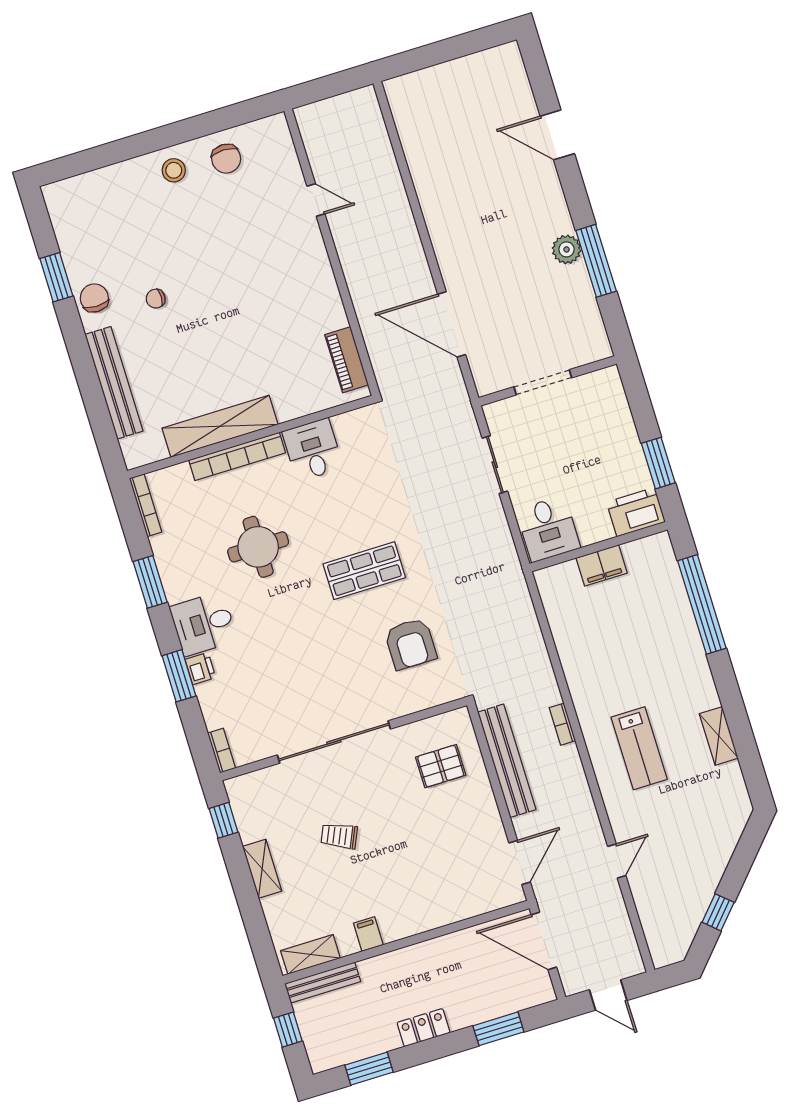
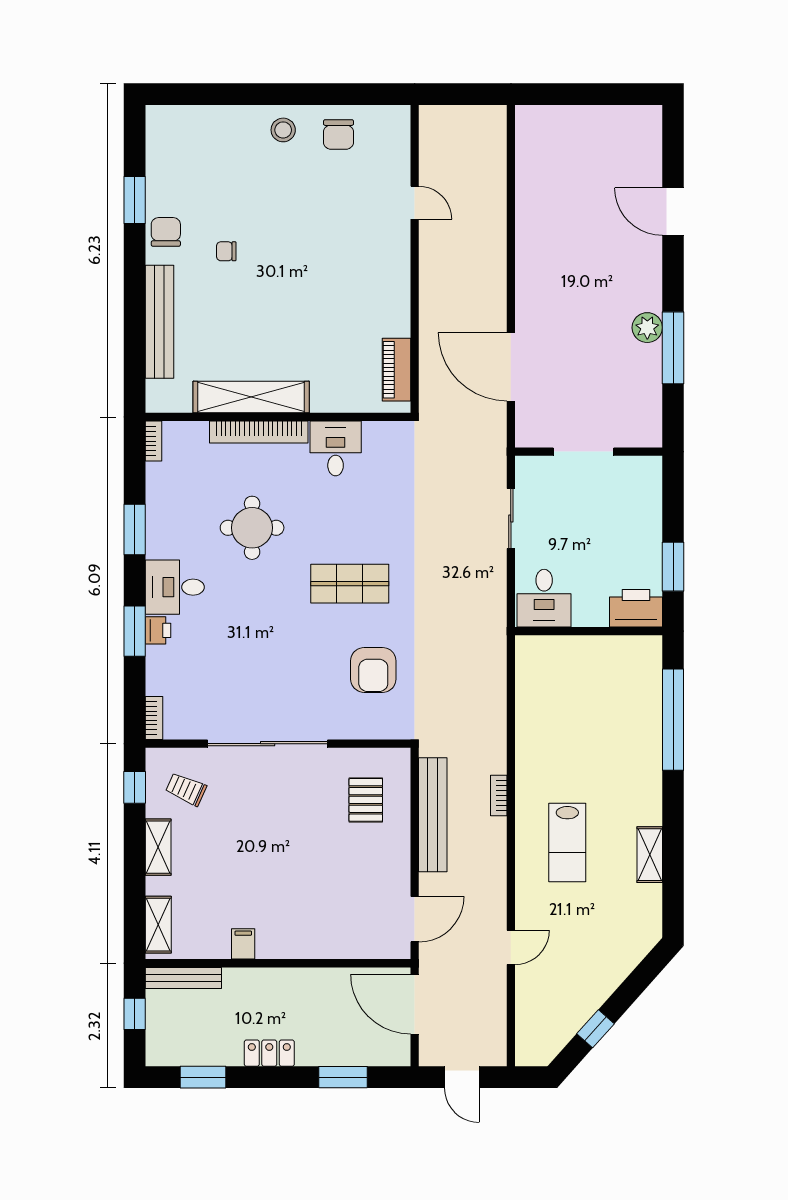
bookcase: (146, 505) -> (153, 441), width x0.64
filing cabinet: (602, 565) -> (586, 651), removed
pallet: (441, 766) -> (366, 800), turned 90
trolley: (339, 836) -> (186, 789), moved
shelving: (310, 954) -> (158, 925), moved, turned 90

